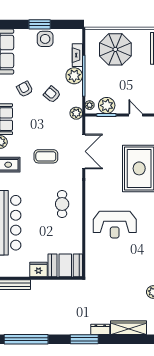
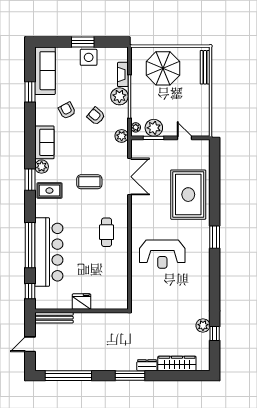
booth: (65, 265) -> (110, 297), removed

